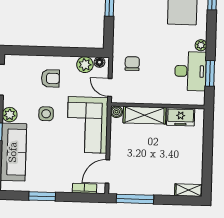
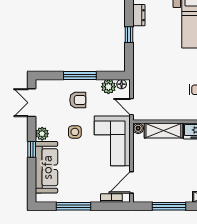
window: (53, 51) -> (80, 76), added
chair: (132, 64) -> (151, 84), removed
window: (42, 196) -> (74, 206), width x1.44
window: (135, 199) -> (169, 206), moved

